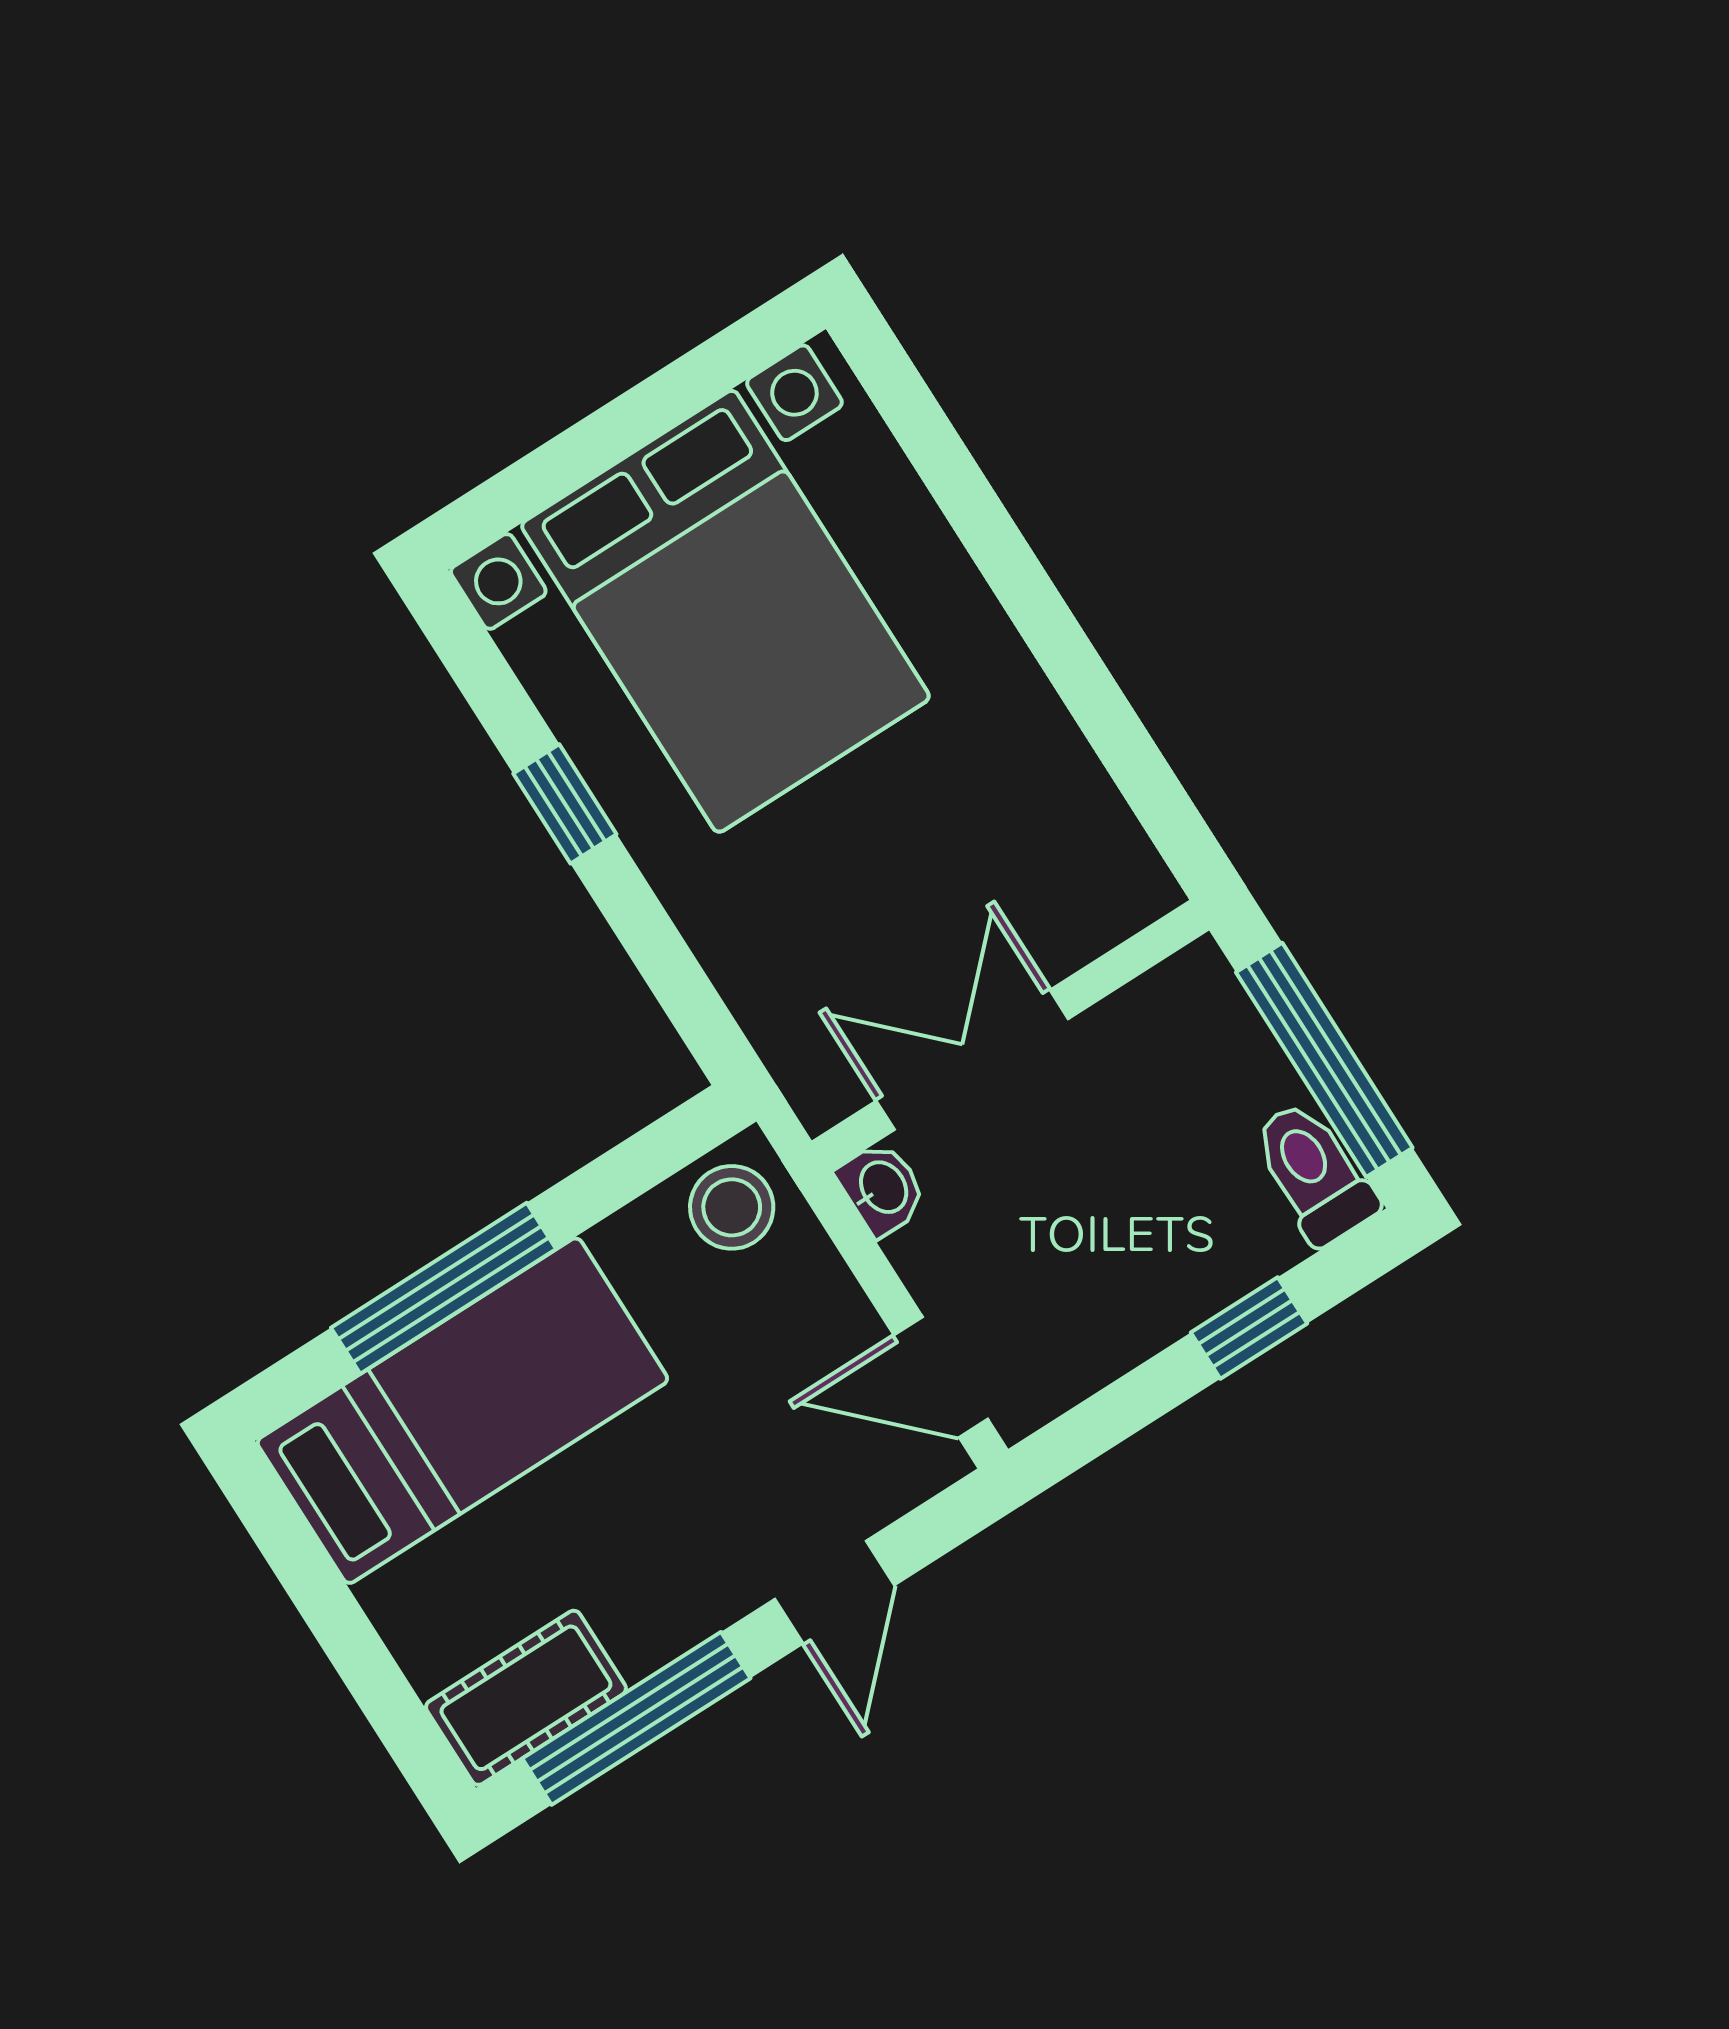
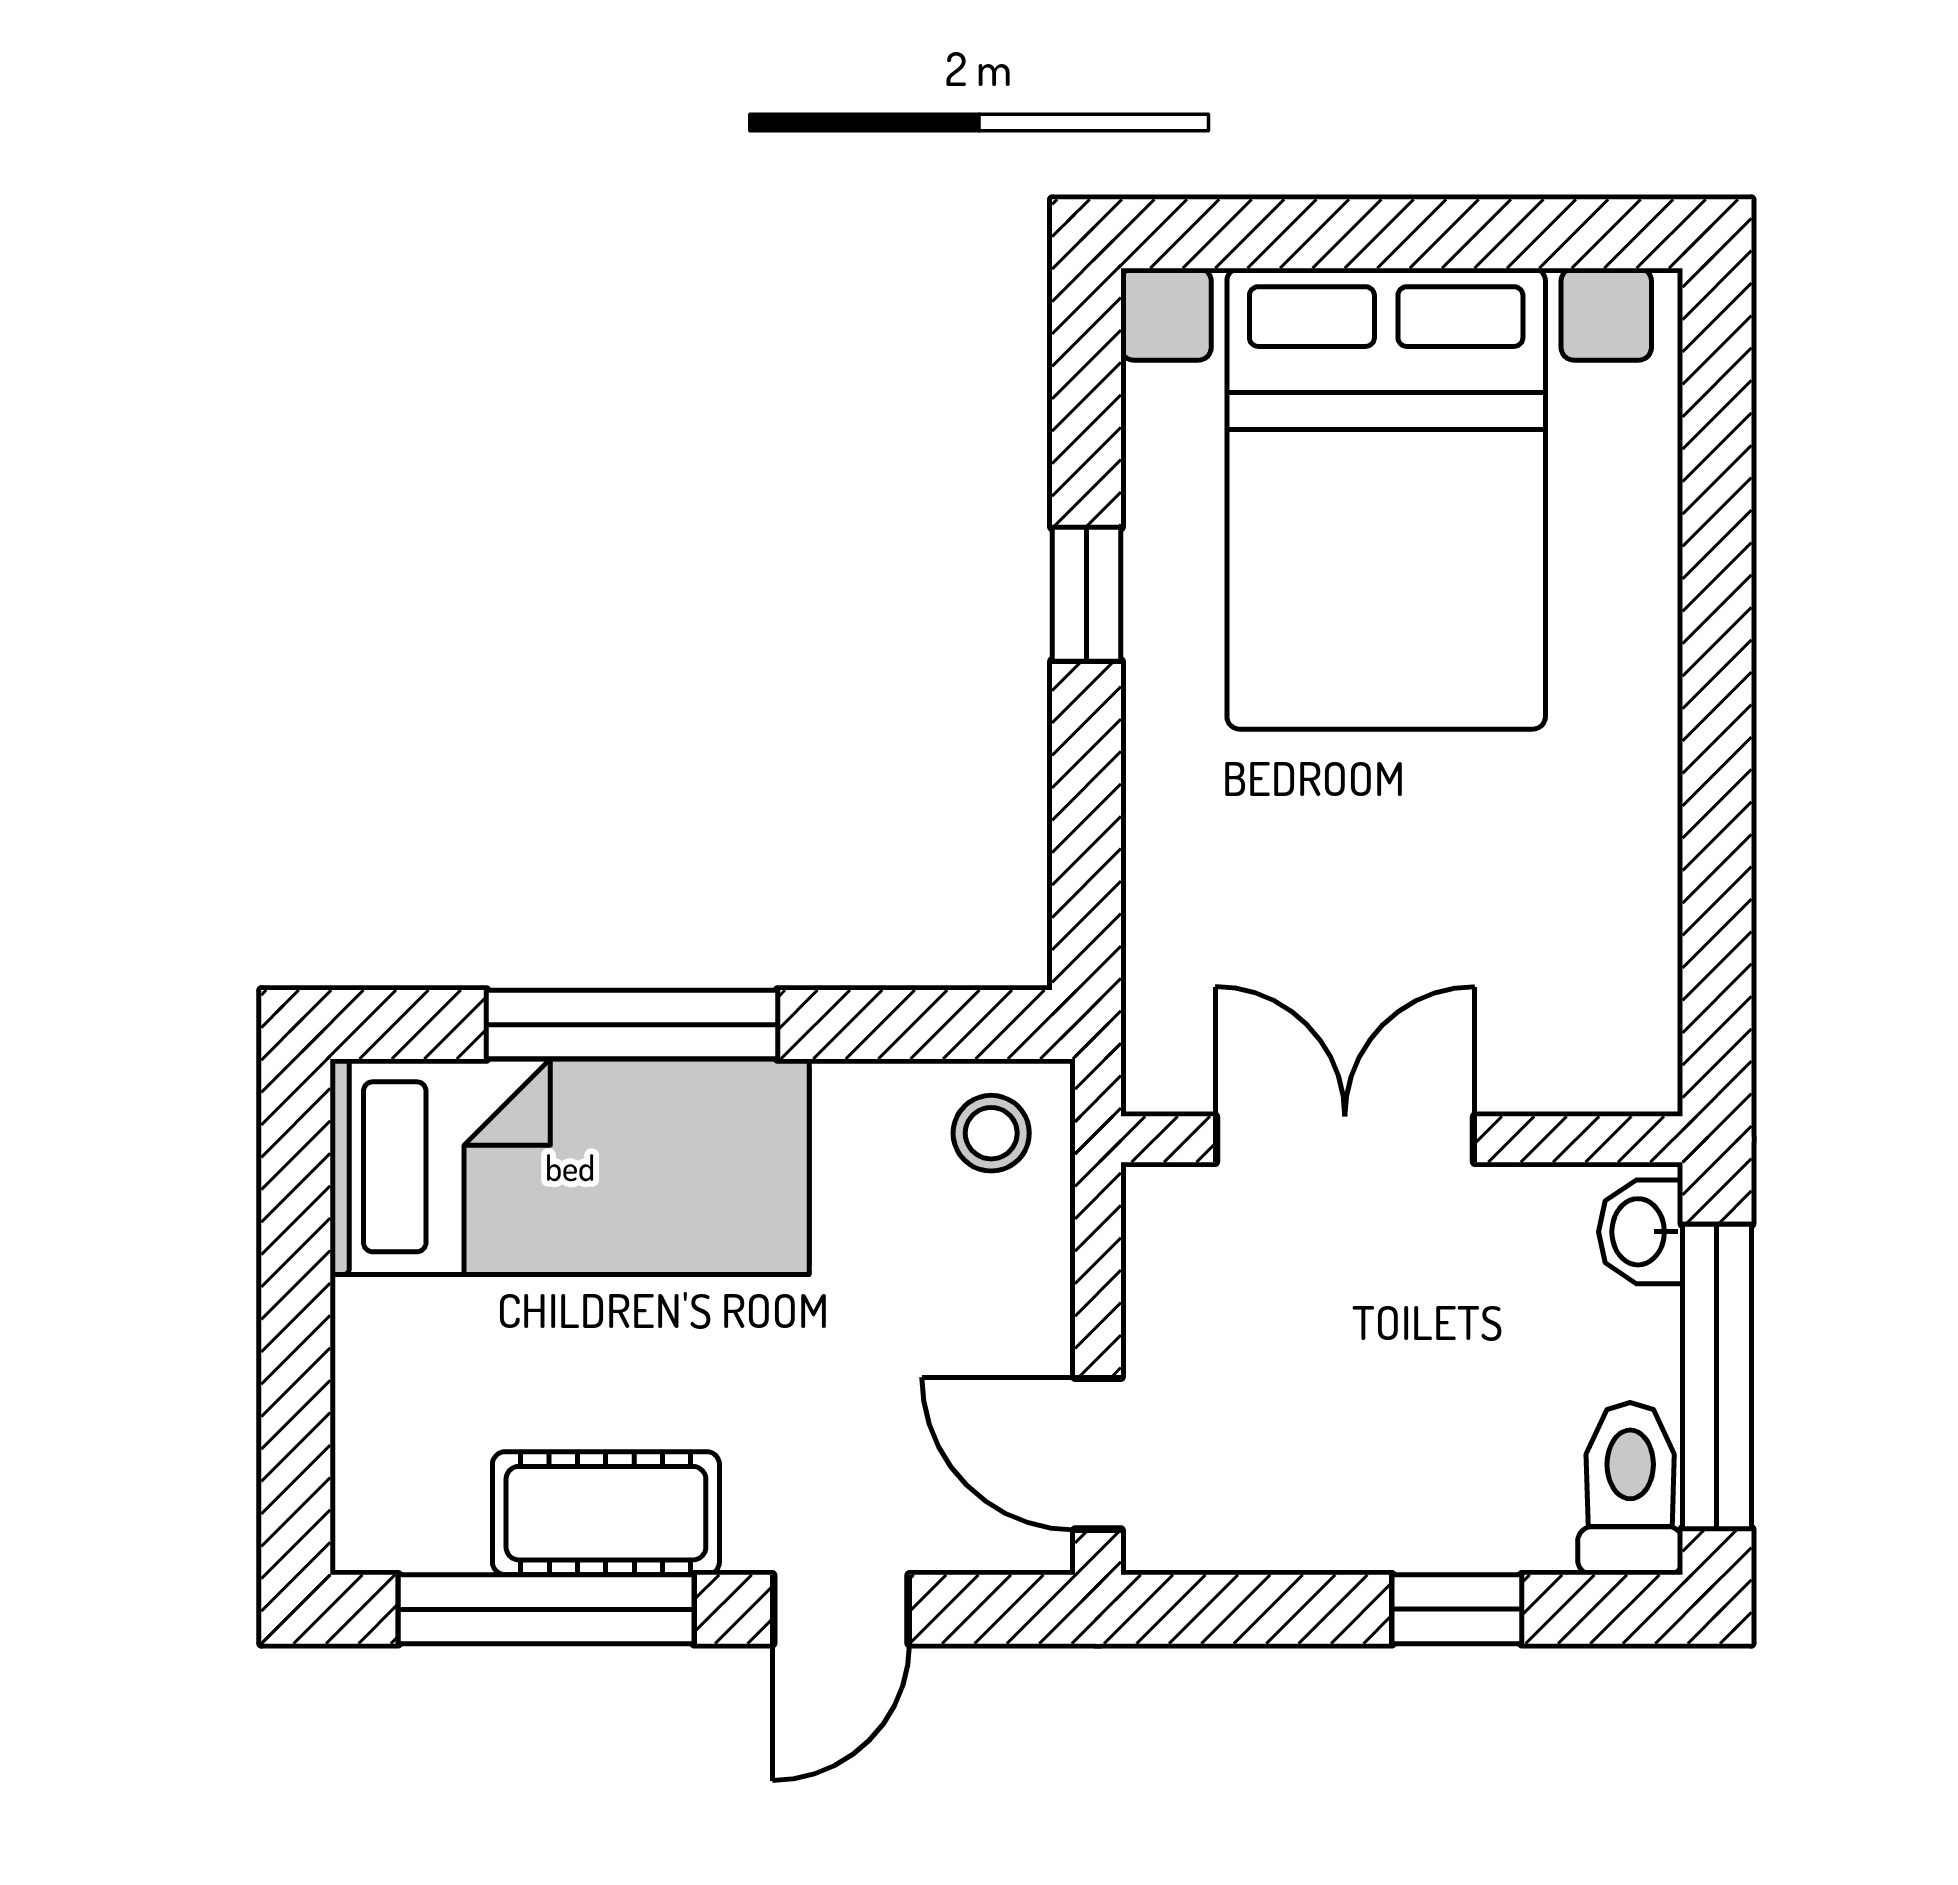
washbasin: (882, 1188) -> (1641, 1232), moved, turned 180
stool: (732, 1207) -> (991, 1133), width x0.73, depth x0.73
cot: (526, 1698) -> (606, 1513), moved

